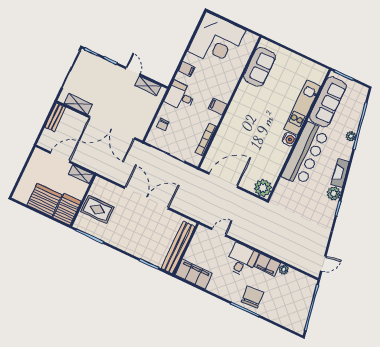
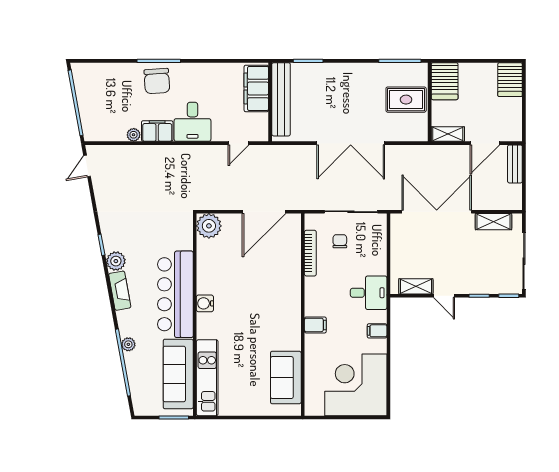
filing cabinet: (218, 106) -> (315, 325), moved
kitchen unit: (302, 108) -> (207, 378), moved
bench: (55, 117) -> (515, 164), moved
chair: (163, 124) -> (340, 241), moved
server rack: (45, 200) -> (510, 80), moved, width x0.62
filing cabinet: (194, 274) -> (256, 88), moved, turned 90

